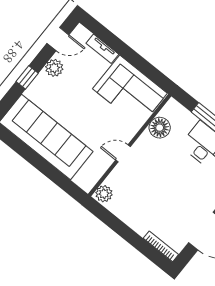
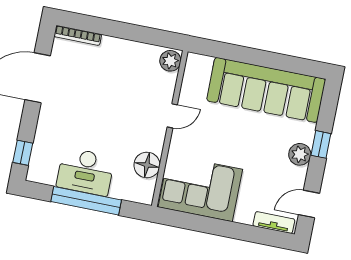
tv unit: (102, 49) -> (274, 223), moved
plant: (54, 68) -> (300, 154), moved

